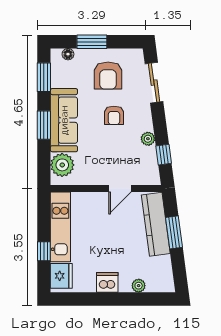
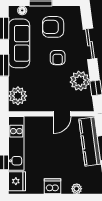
armchair: (108, 76) -> (53, 27), turned 90
sliding door: (154, 83) -> (90, 44), moved
sofa: (64, 120) -> (19, 43), moved
plant: (148, 139) -> (80, 81), width x1.88, depth x1.88

